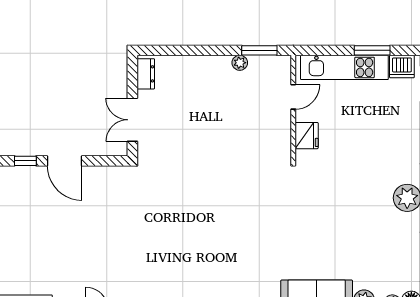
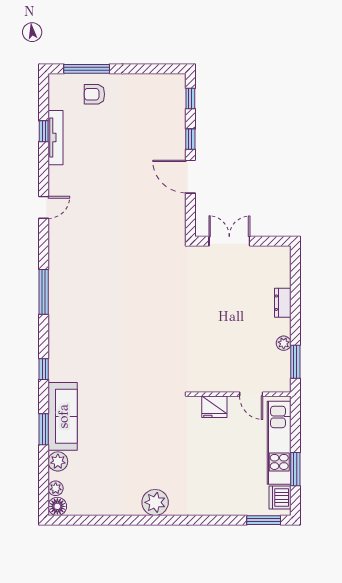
dresser: (146, 74) -> (283, 303), moved, turned 90
door: (65, 161) -> (190, 177), hinge flipped

